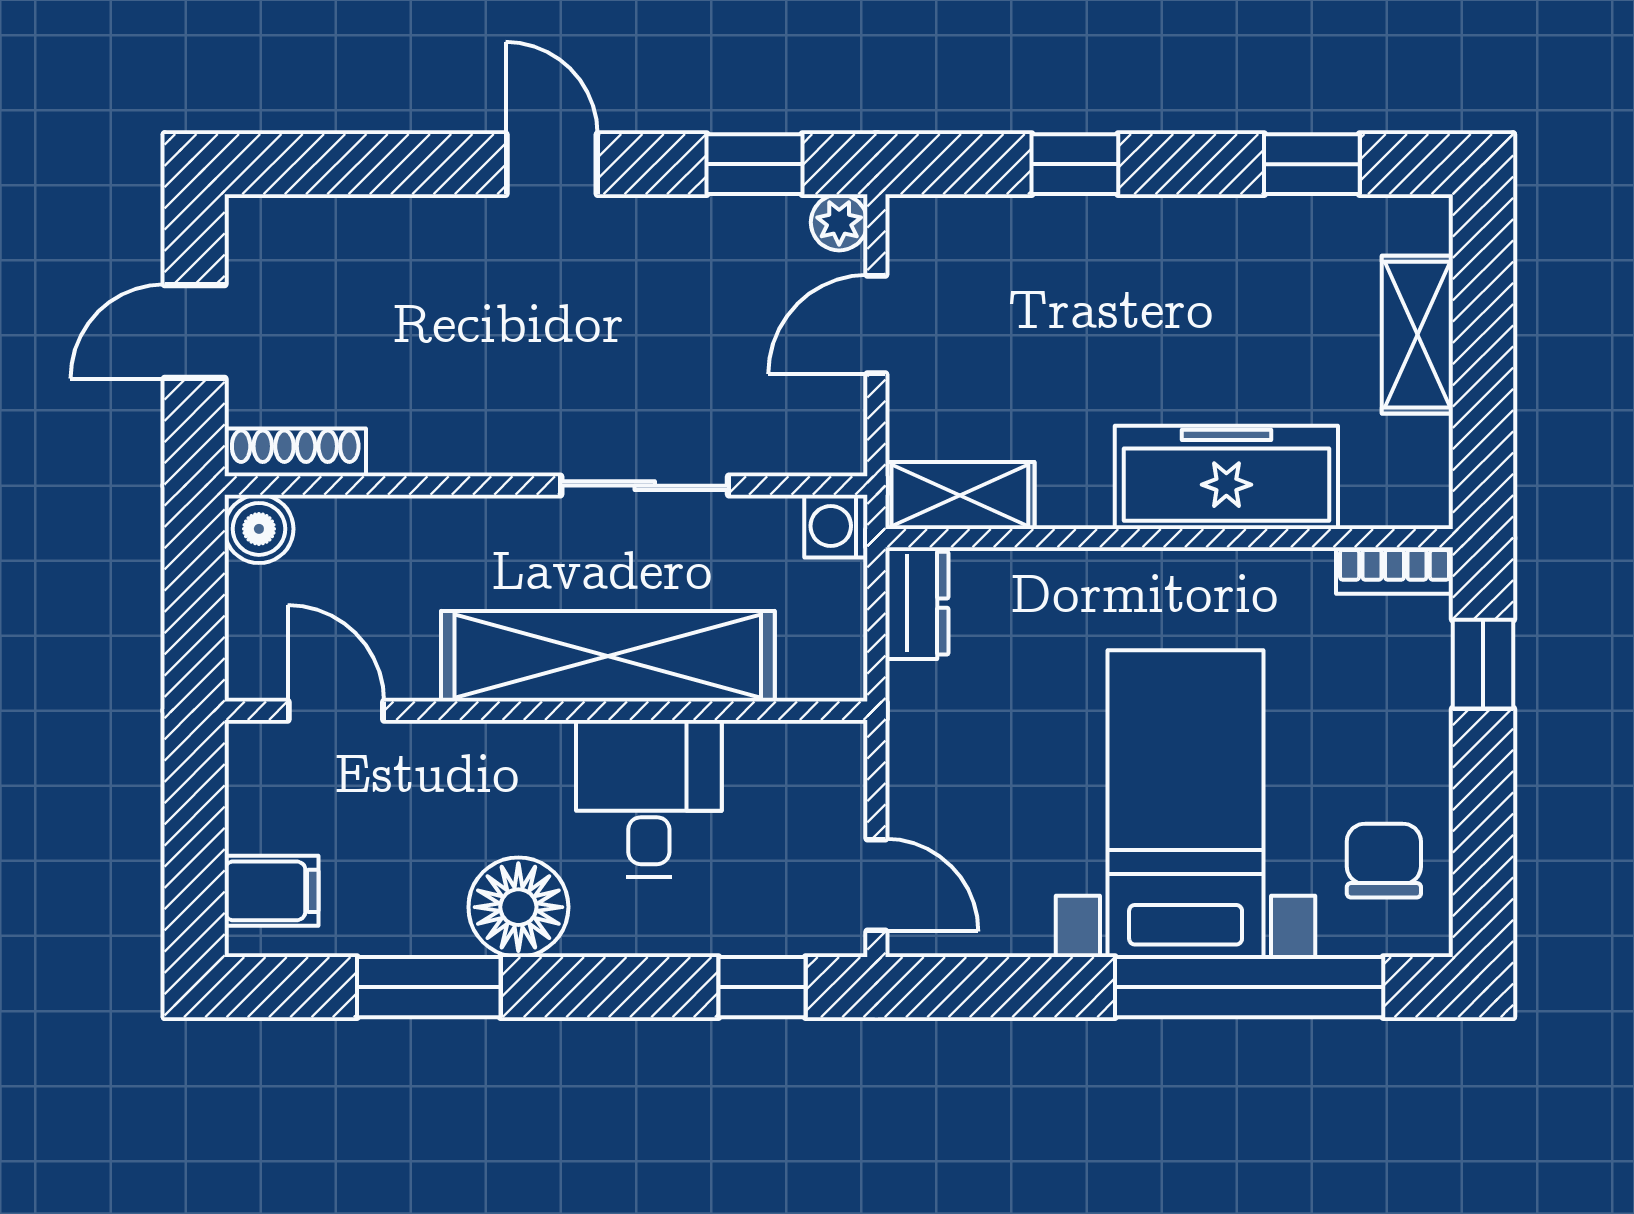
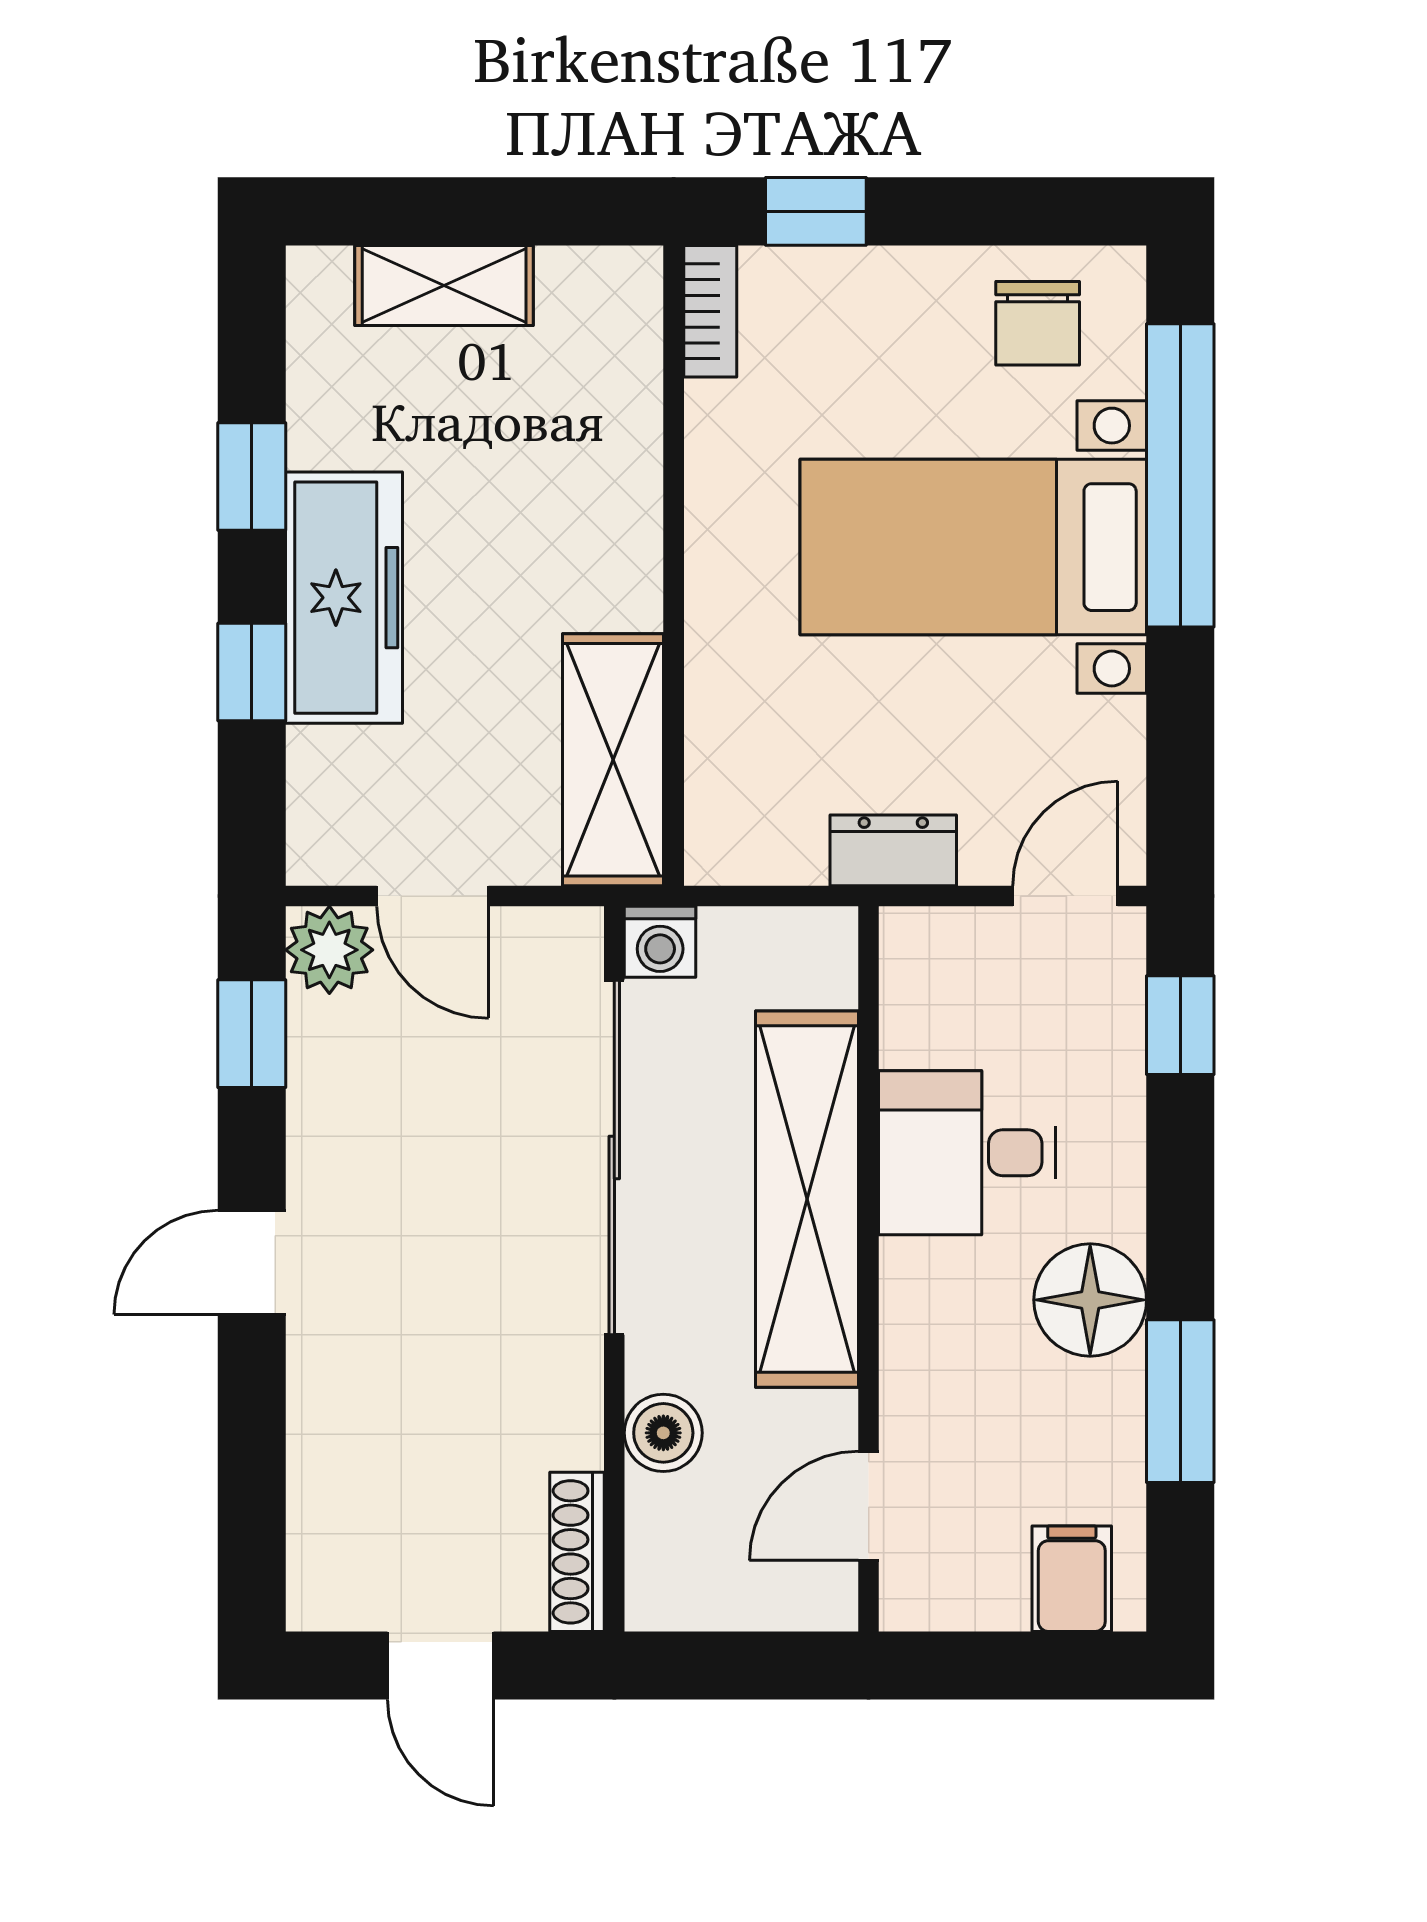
window: (1312, 164) -> (252, 476), moved
plant: (839, 222) -> (329, 950), width x1.38, depth x1.38
freezer: (1226, 477) -> (344, 598), moved, turned 180
sliding door: (645, 486) -> (614, 1158), width x1.86
shelving: (960, 496) -> (613, 760), width x1.50, depth x1.33
boiler: (259, 529) -> (663, 1433), moved
dresser: (917, 603) -> (893, 850), moved
chair: (1384, 861) -> (1038, 323), turned -90

